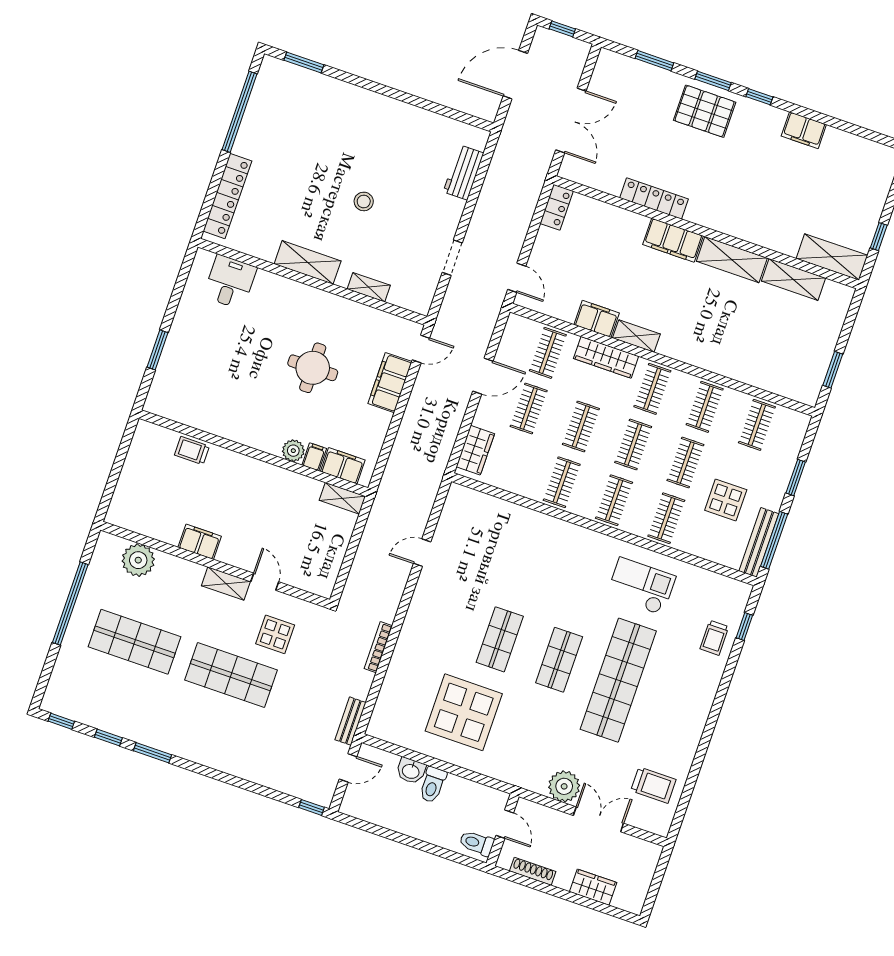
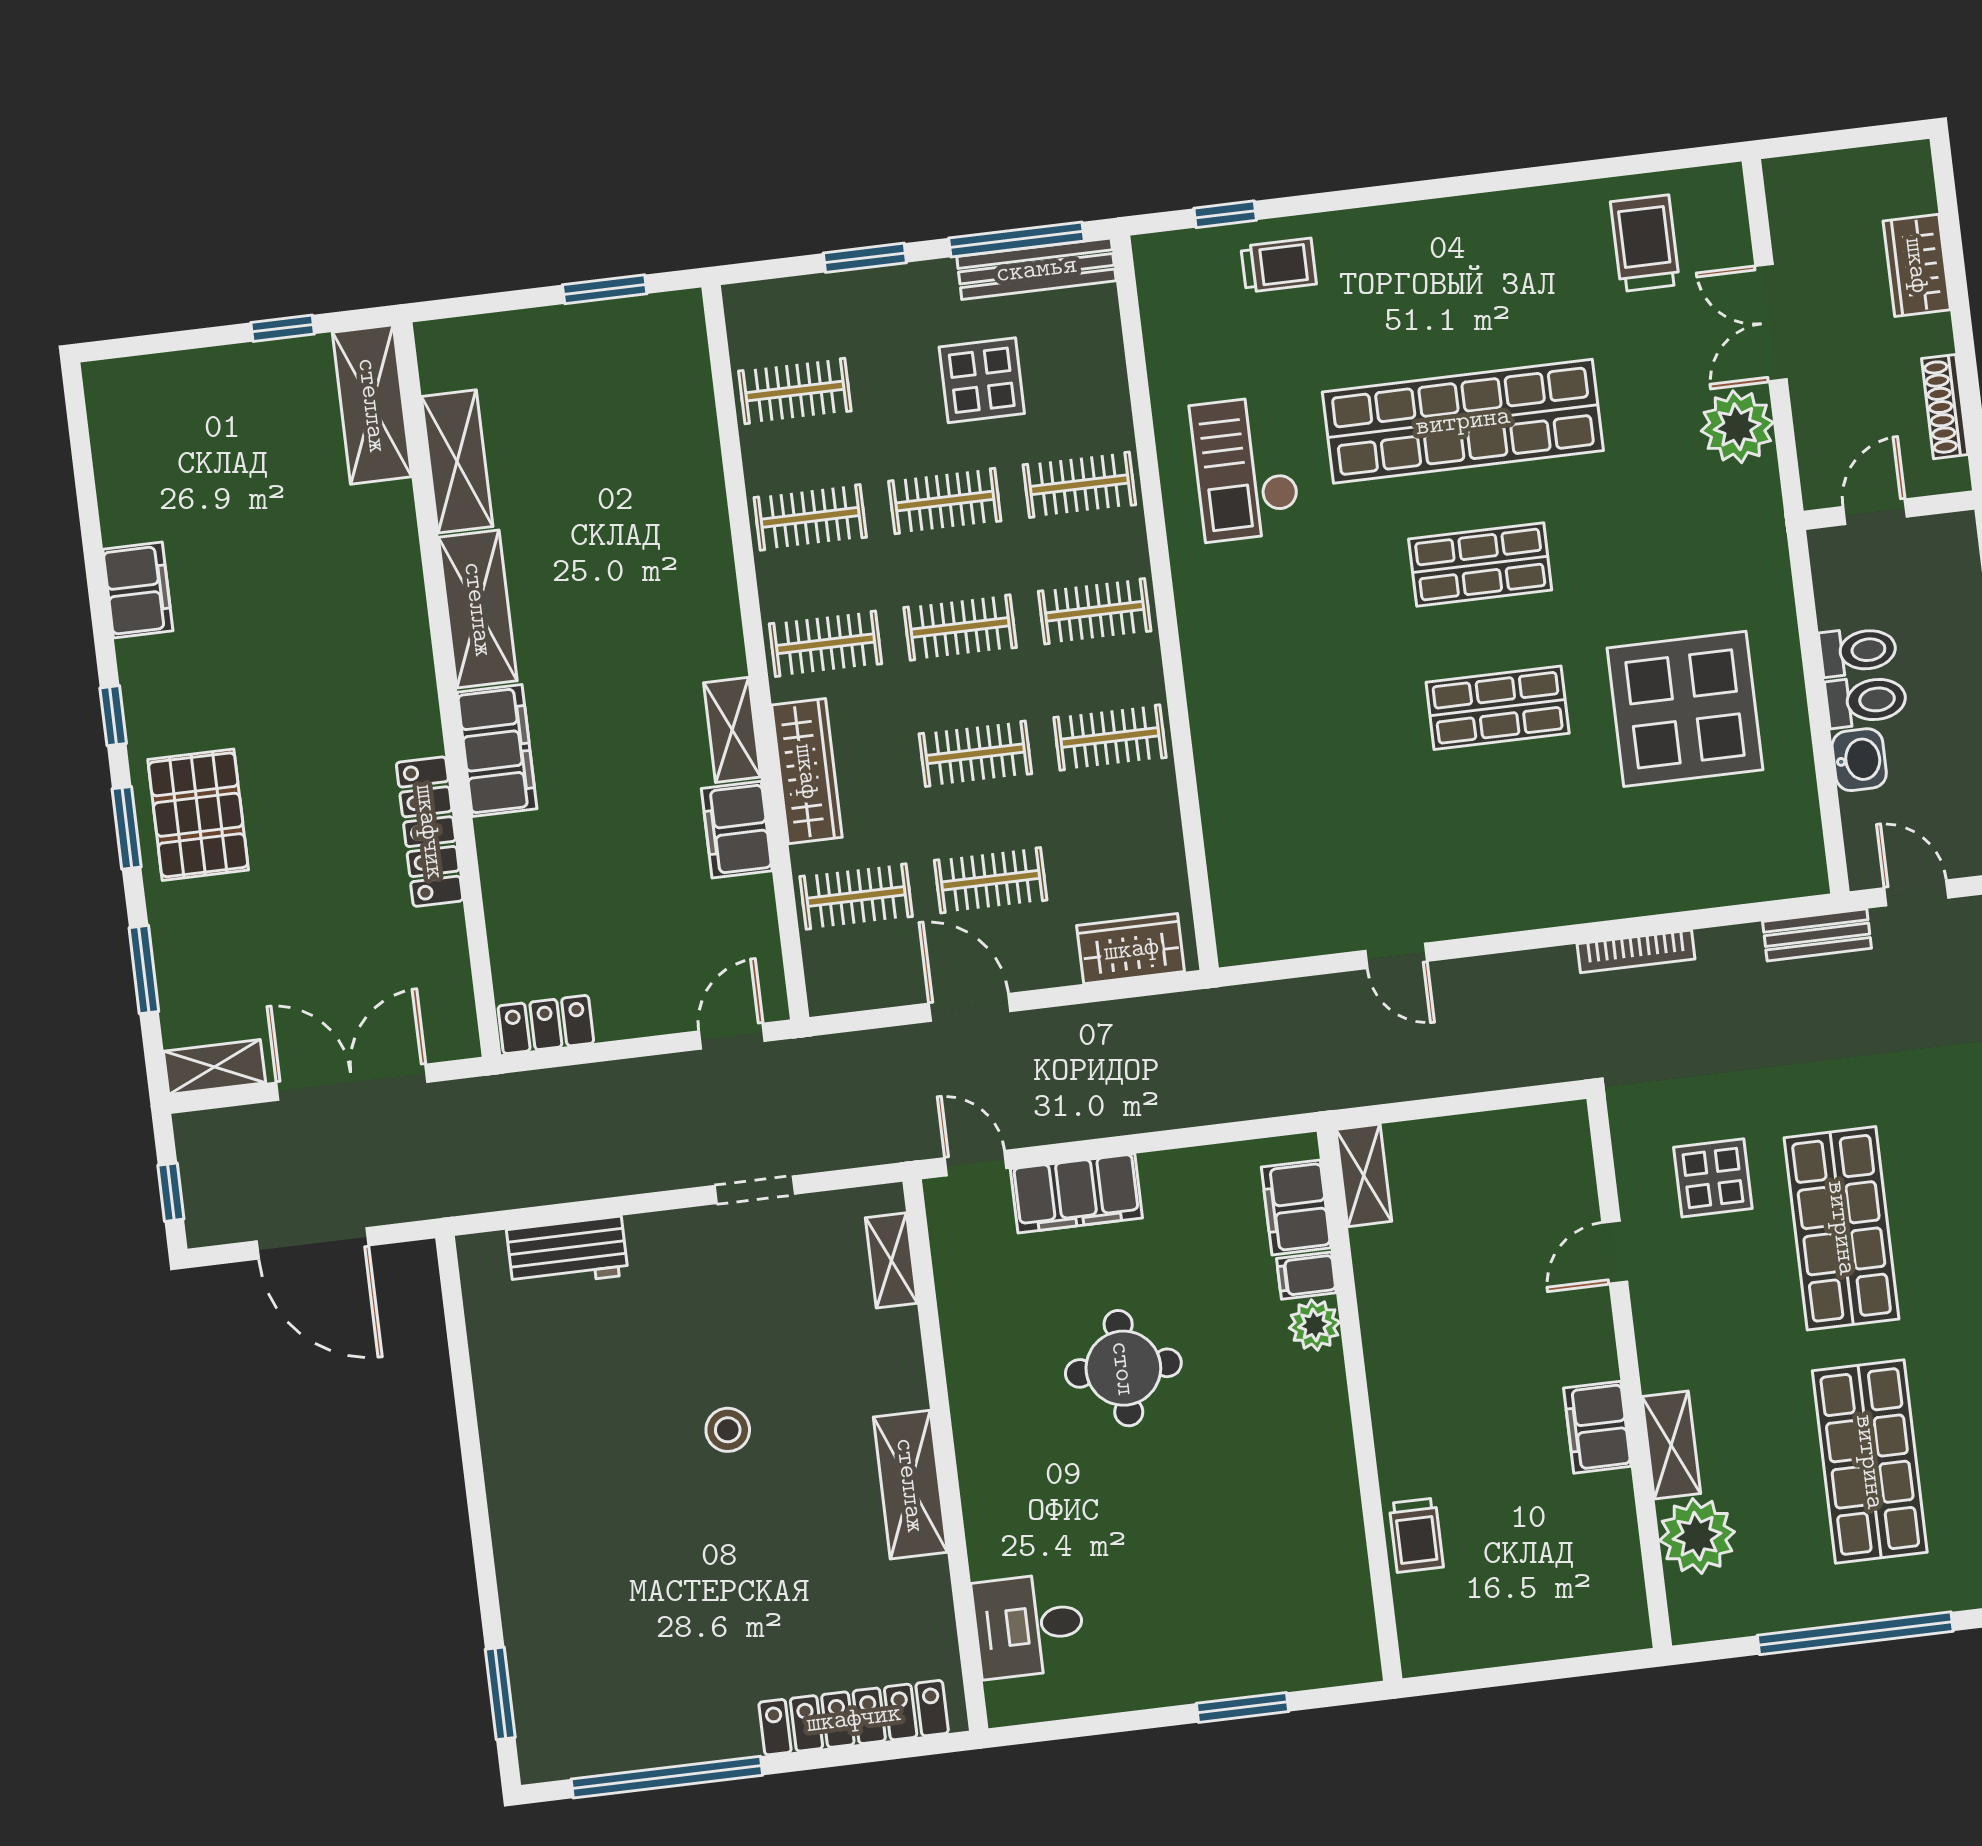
shelving: (603, 70) -> (215, 1067), added
shelving: (369, 287) -> (891, 1260), moved
shelving: (226, 584) -> (1671, 1445), moved
toilet: (477, 843) -> (1858, 651), moved, turned -90

